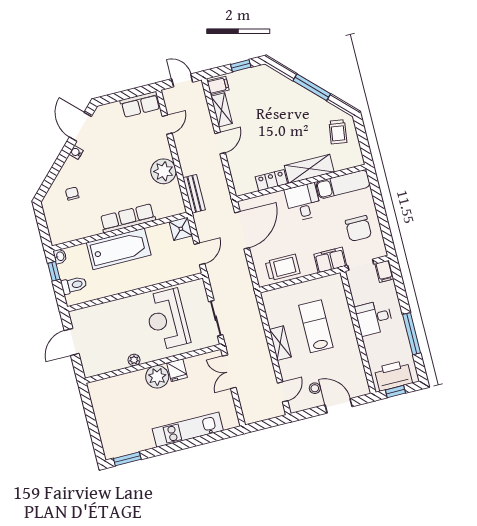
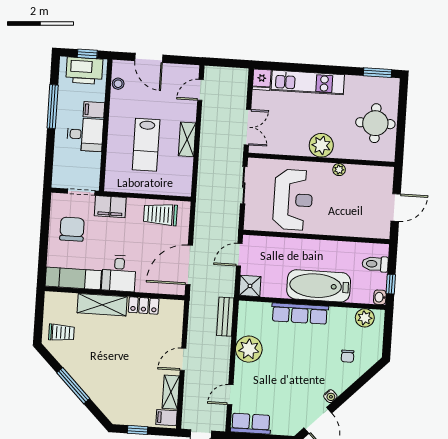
trolley: (338, 132) -> (61, 333), turned 82
plant: (68, 233) -> (365, 318), added
filing cabinet: (384, 271) -> (94, 110), moved, turned -90
fridge: (177, 370) -> (262, 80), moved, turned 180
stool: (315, 388) -> (118, 84), moved
round table: (115, 413) -> (375, 123), added

